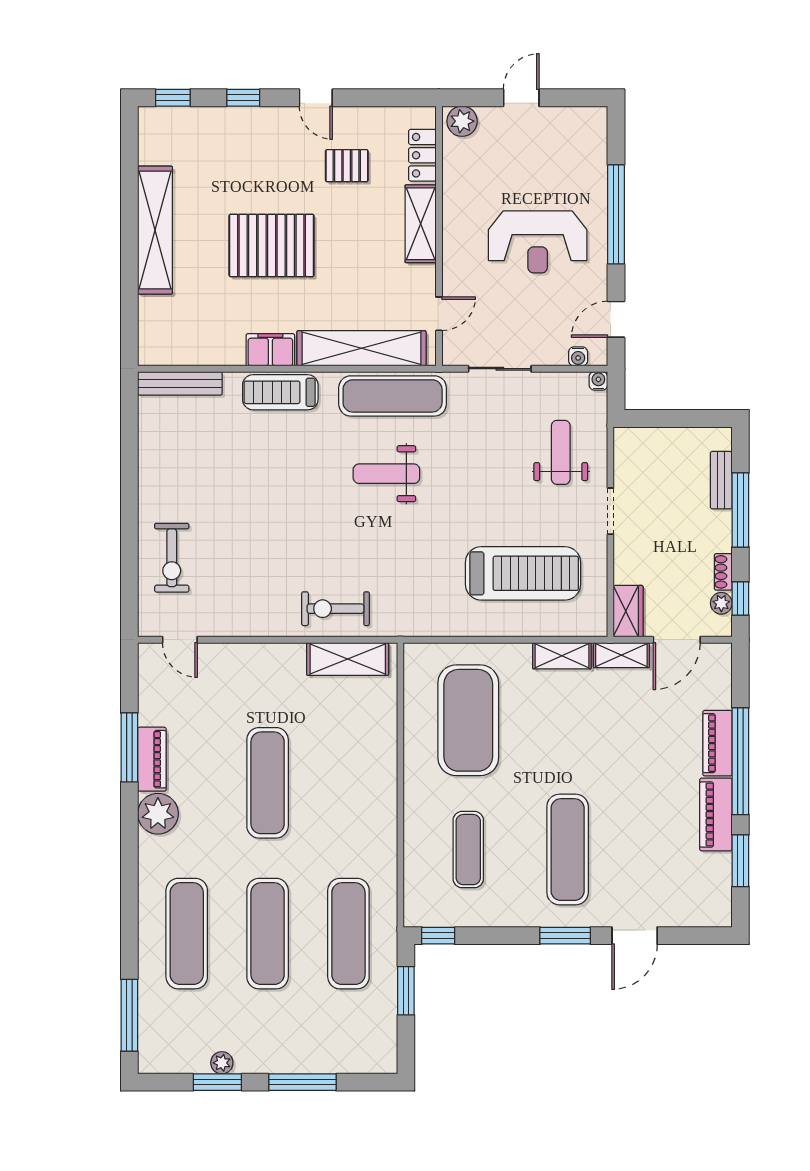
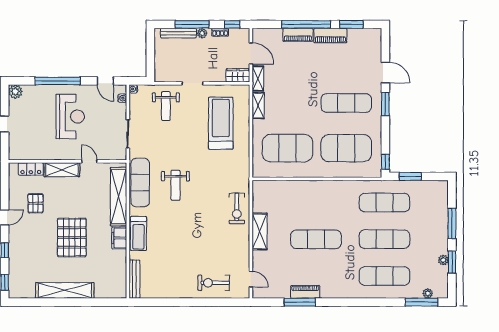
plant: (462, 121) -> (15, 92), moved
door: (439, 314) -> (89, 161), moved
weight bench: (561, 452) -> (166, 106), turned -90
bench: (721, 480) -> (178, 33), width x1.36
exercise bike: (172, 558) -> (214, 283), turned 180
plant: (721, 603) -> (202, 33), moved
door: (180, 640) -> (251, 279), hinge flipped
shelving: (348, 659) -> (260, 231), moved
plant: (158, 814) -> (428, 293), moved, width x0.53, depth x0.53
exercise mat: (468, 850) -> (346, 148), width x2.00, depth x1.45

